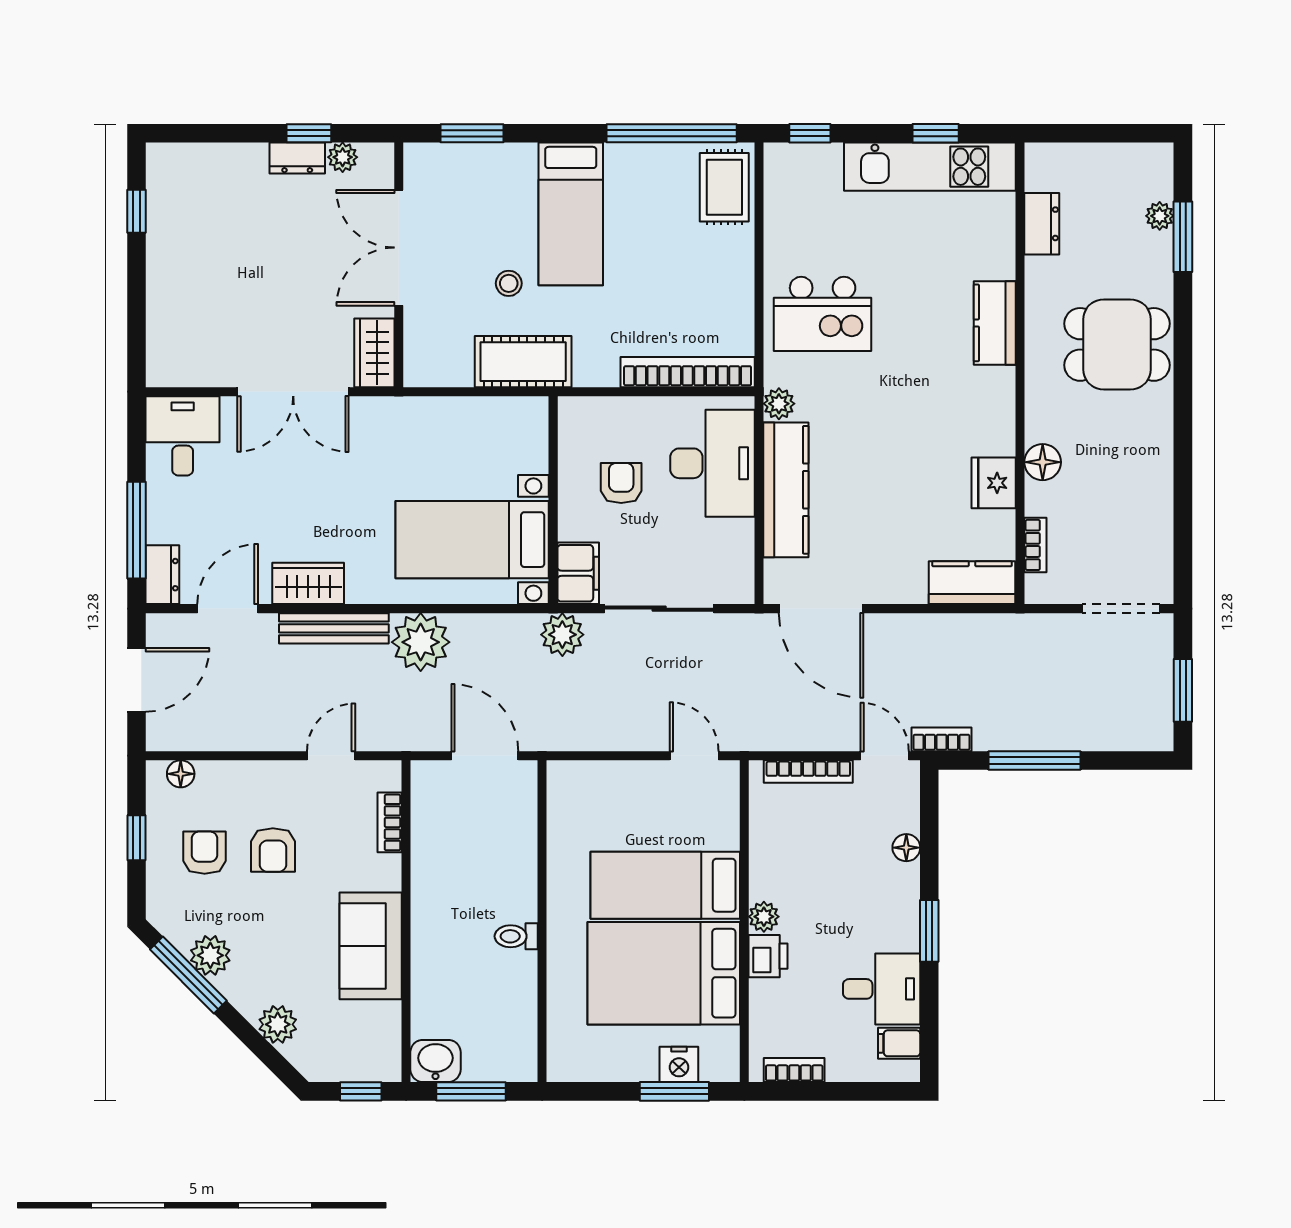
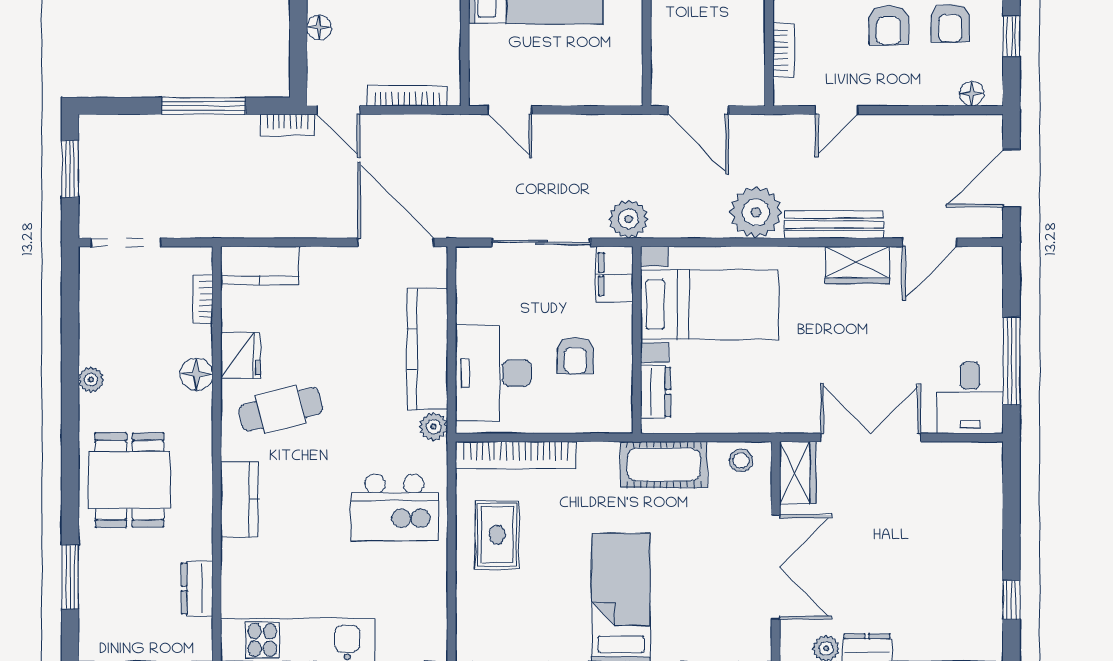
rug: (724, 187) -> (497, 535), moved
plant: (1160, 216) -> (91, 380), moved
stool: (509, 283) -> (741, 460), moved
kitchen island: (823, 314) -> (394, 507), turned 180
dining table: (1117, 344) -> (129, 480), turned 90
cafe table: (949, 423) -> (281, 409), added
window: (137, 530) -> (1011, 361), moved
dresser: (162, 575) -> (656, 392), moved, turned 180
armchair: (273, 850) -> (889, 25), turned 180

